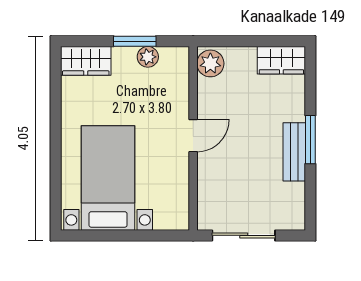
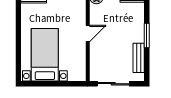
bench: (294, 152) -> (139, 58), moved

